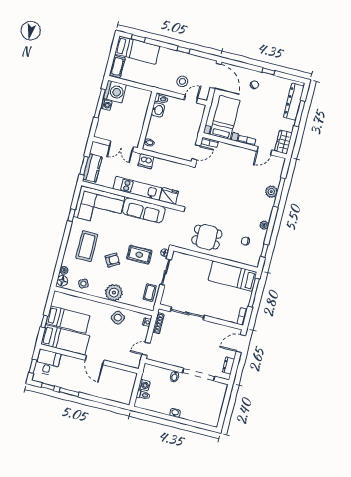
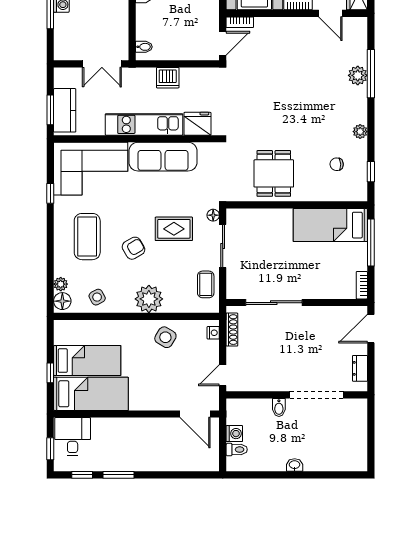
door: (264, 151) -> (330, 13), hinge flipped
dishwasher: (146, 161) -> (168, 78), moved
dining table: (207, 237) -> (274, 173), turned 90
door: (95, 360) -> (195, 414), moved

